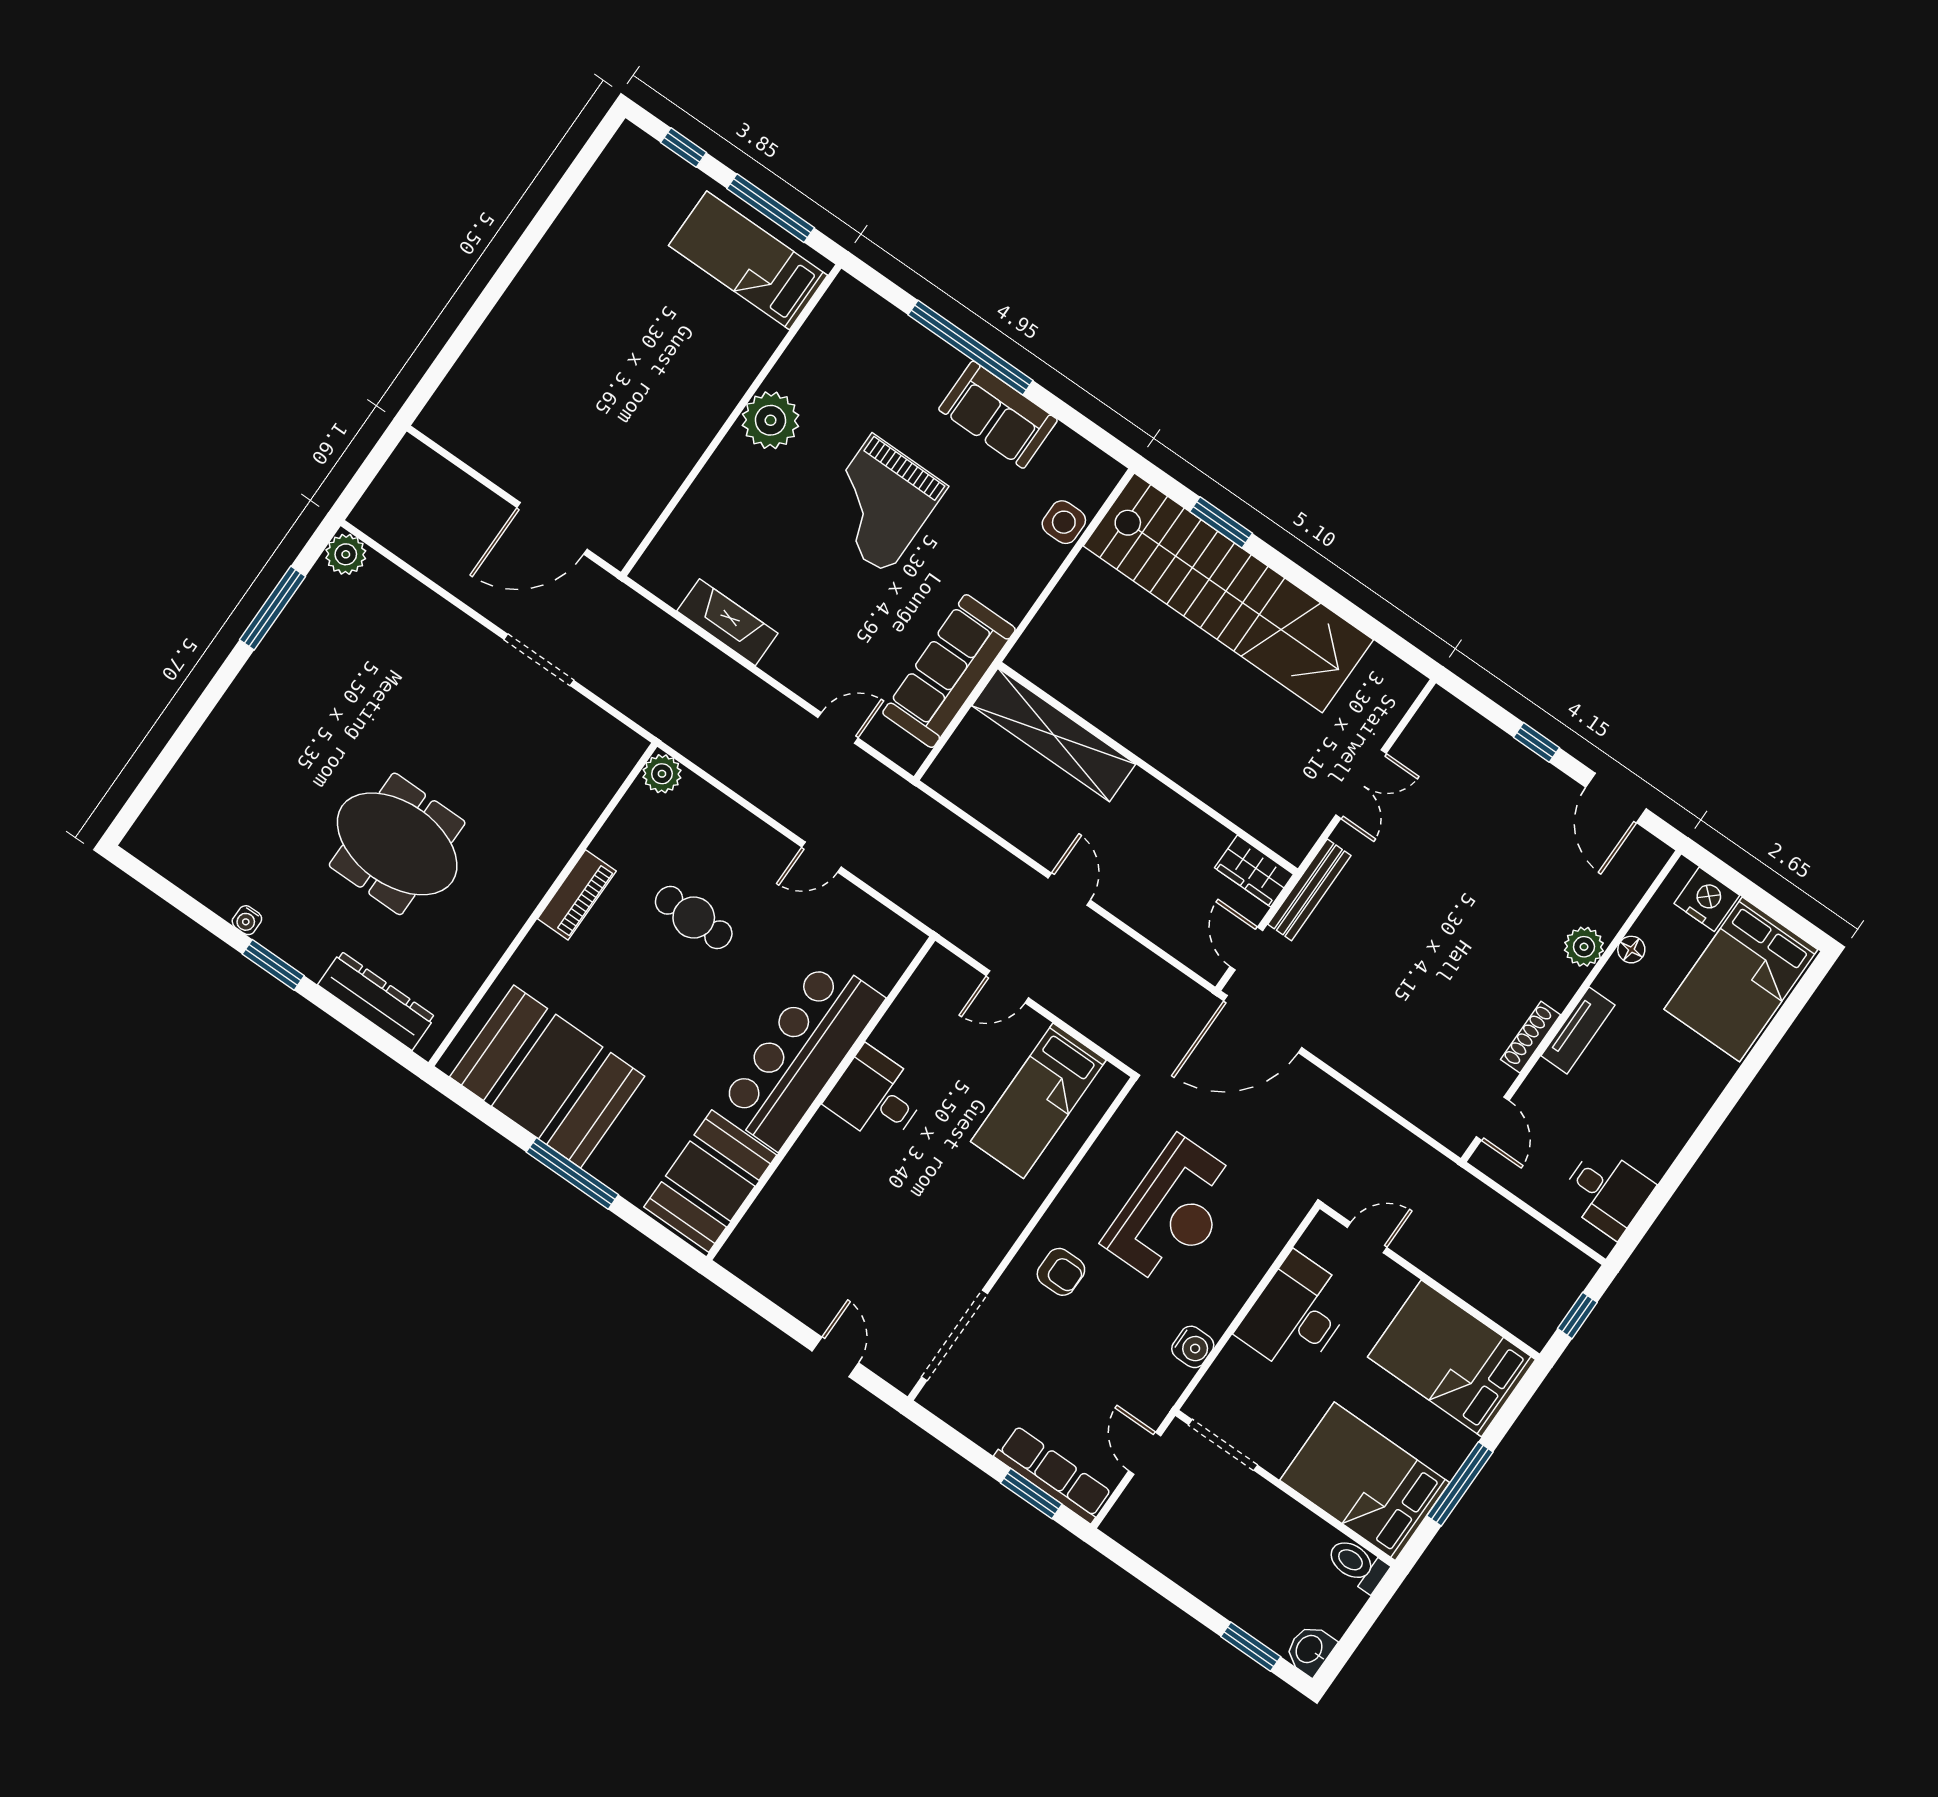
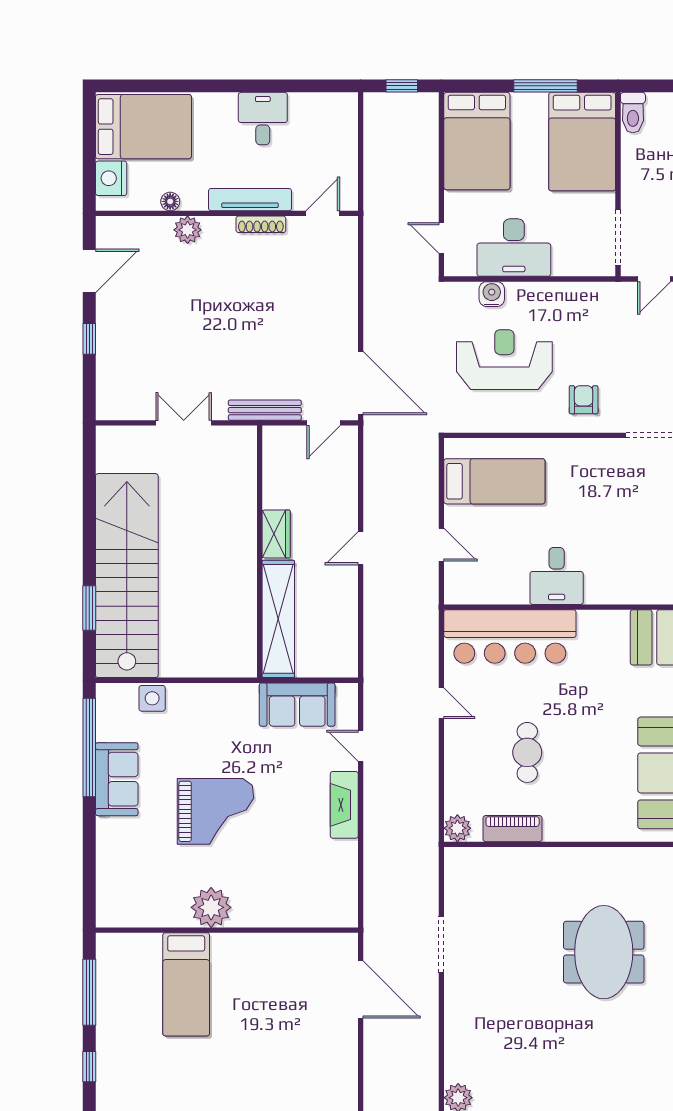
bed: (748, 260) -> (186, 984), moved
window: (971, 348) -> (89, 747), moved
fireplace: (727, 622) -> (344, 805), moved
sofa: (949, 671) -> (297, 705), width x0.73
wardrobe: (1254, 871) -> (276, 534), moved
piano: (577, 895) -> (513, 829), moved
tv unit: (1578, 1030) -> (250, 200), width x1.41
bar counter: (801, 1053) -> (510, 636), moved
desk: (1607, 1192) -> (263, 119), moved
water cooler: (1193, 1347) -> (492, 294), moved

